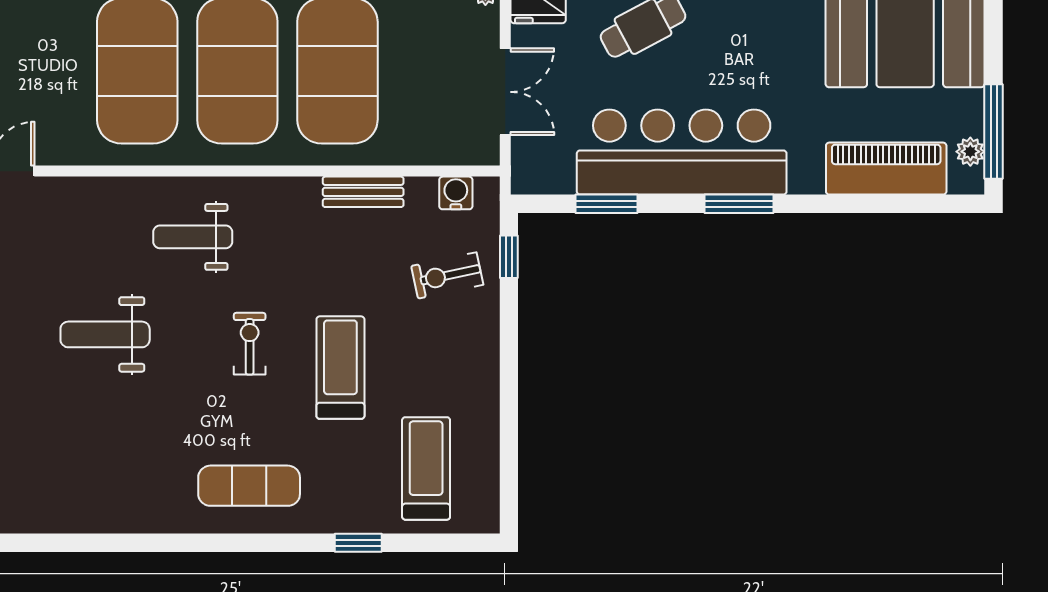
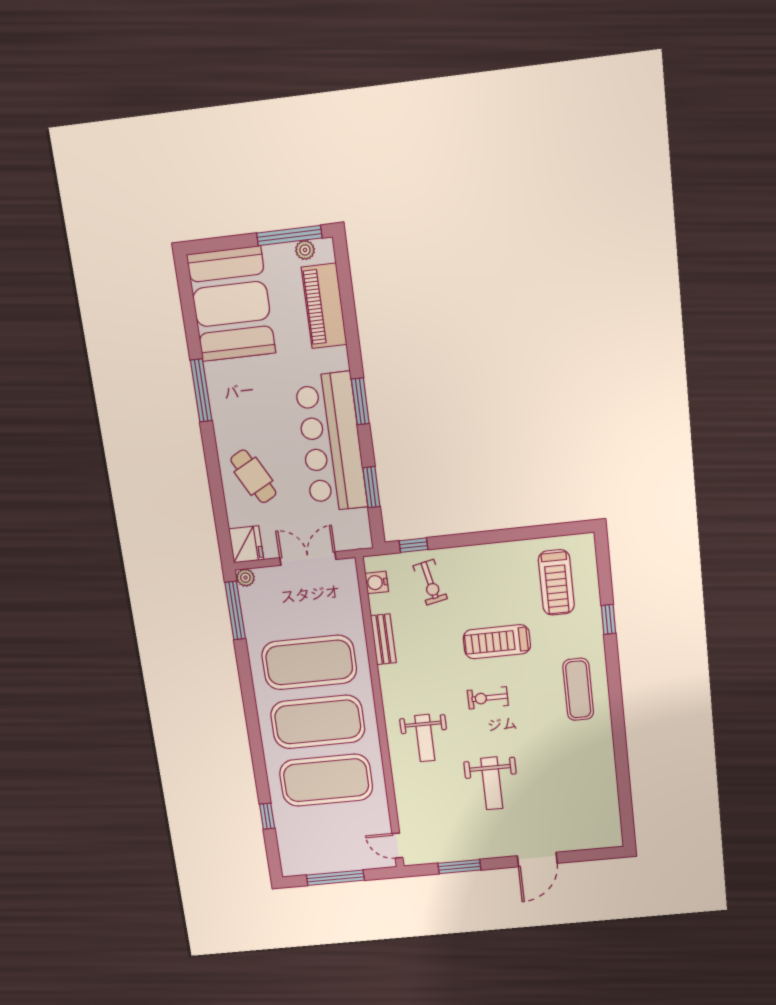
treadmill: (426, 468) -> (556, 582), turned -90

